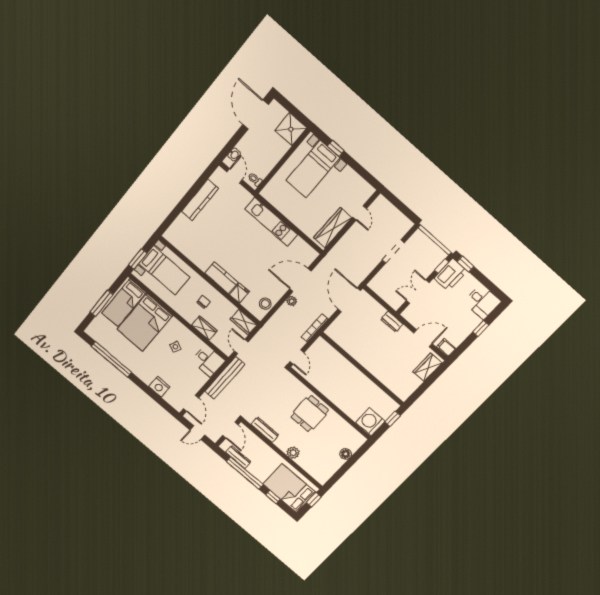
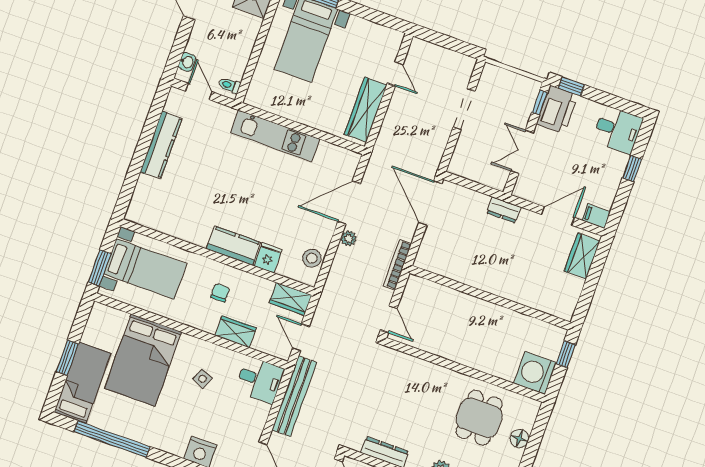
window: (101, 303) -> (67, 358), width x0.69
bed: (124, 303) -> (82, 383), moved, turned 180
dining table: (310, 414) -> (479, 418), moved

